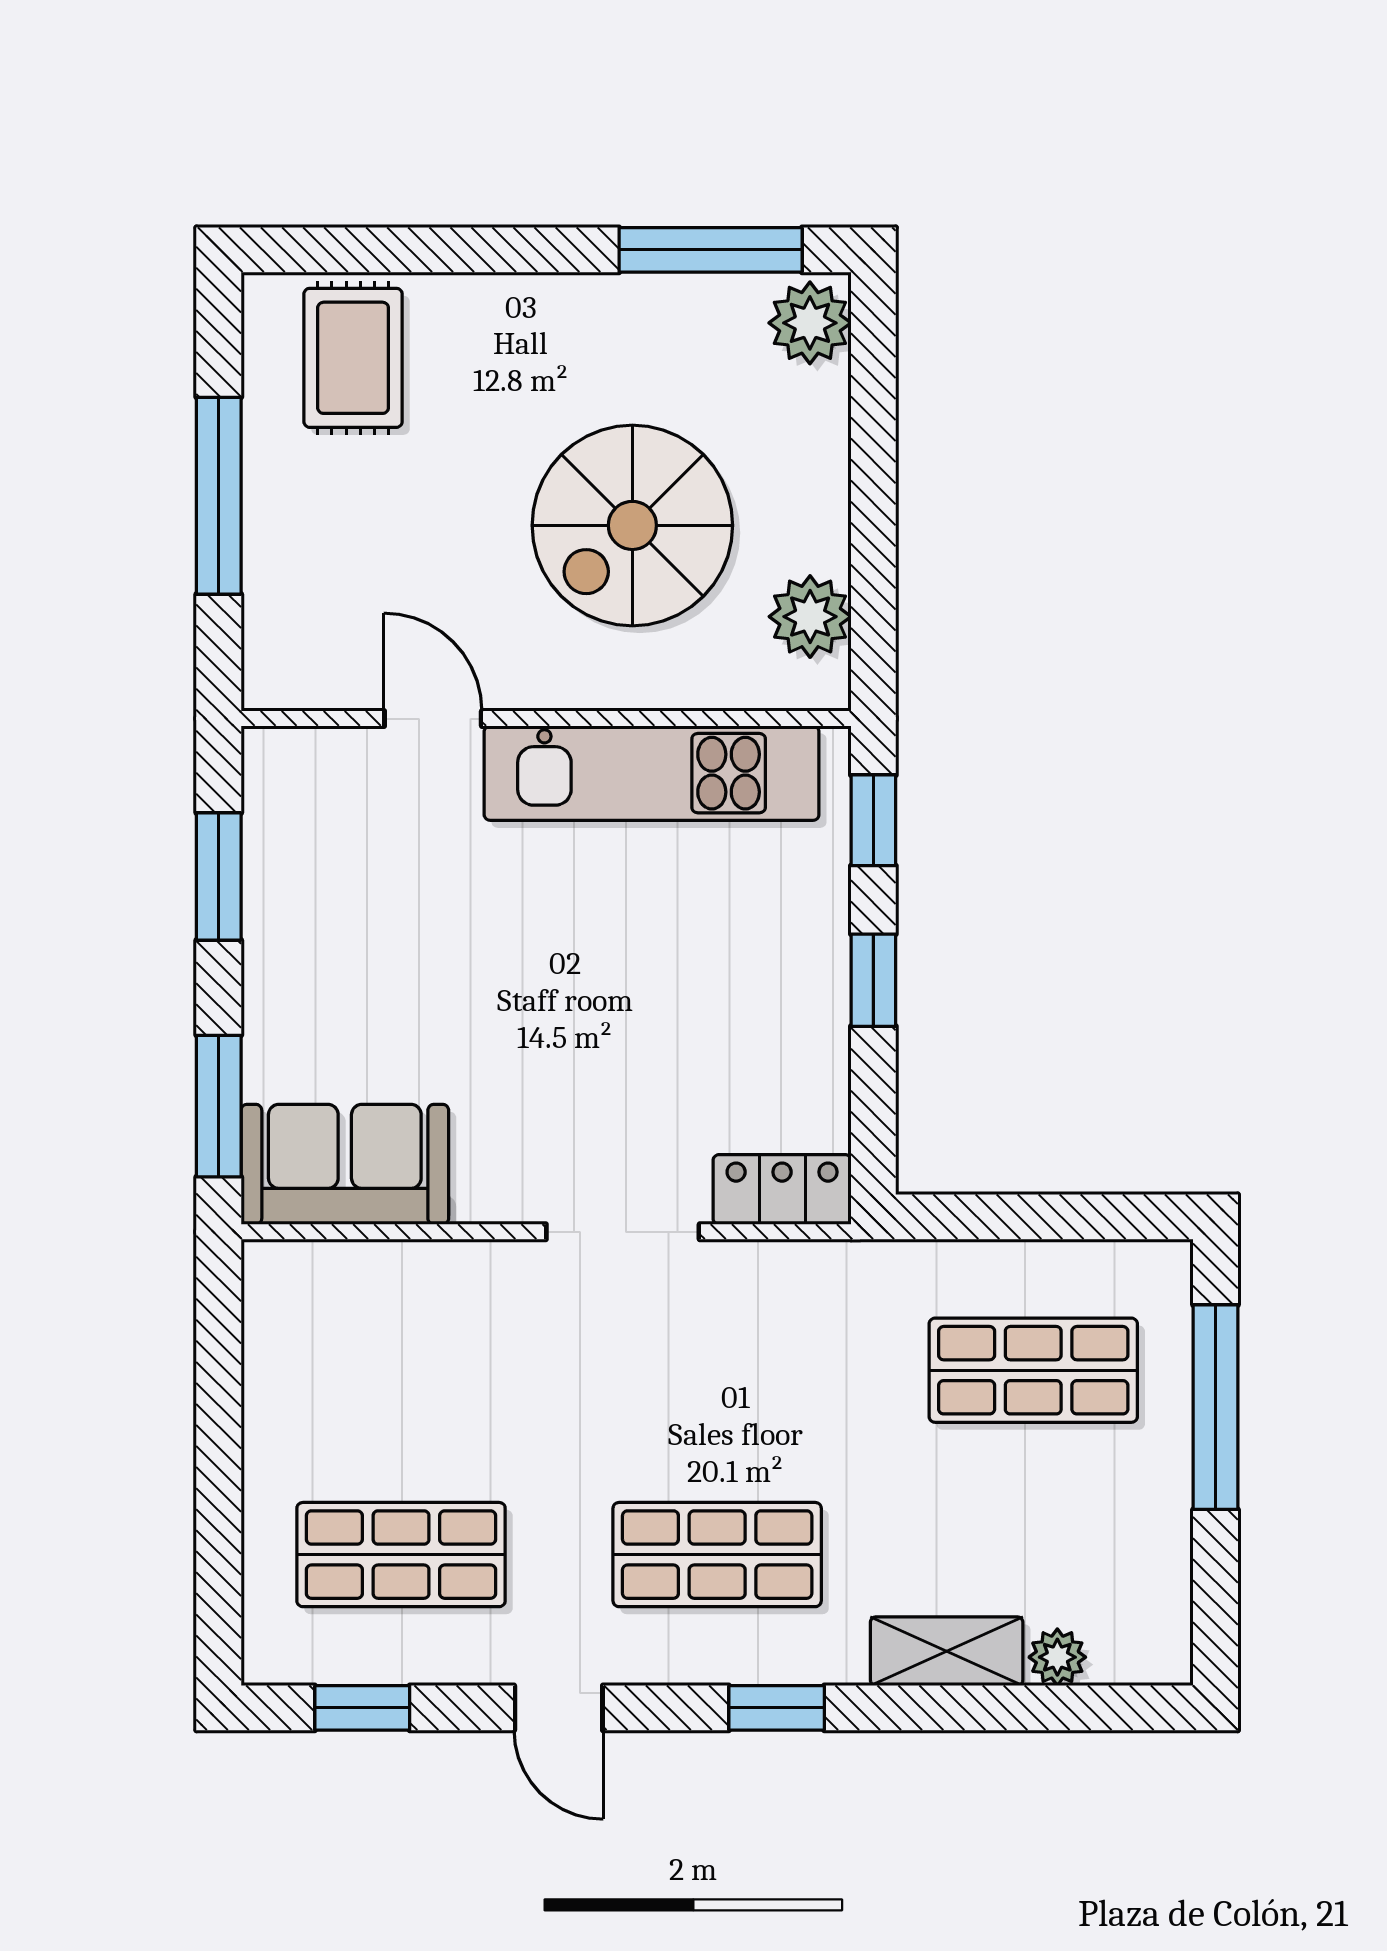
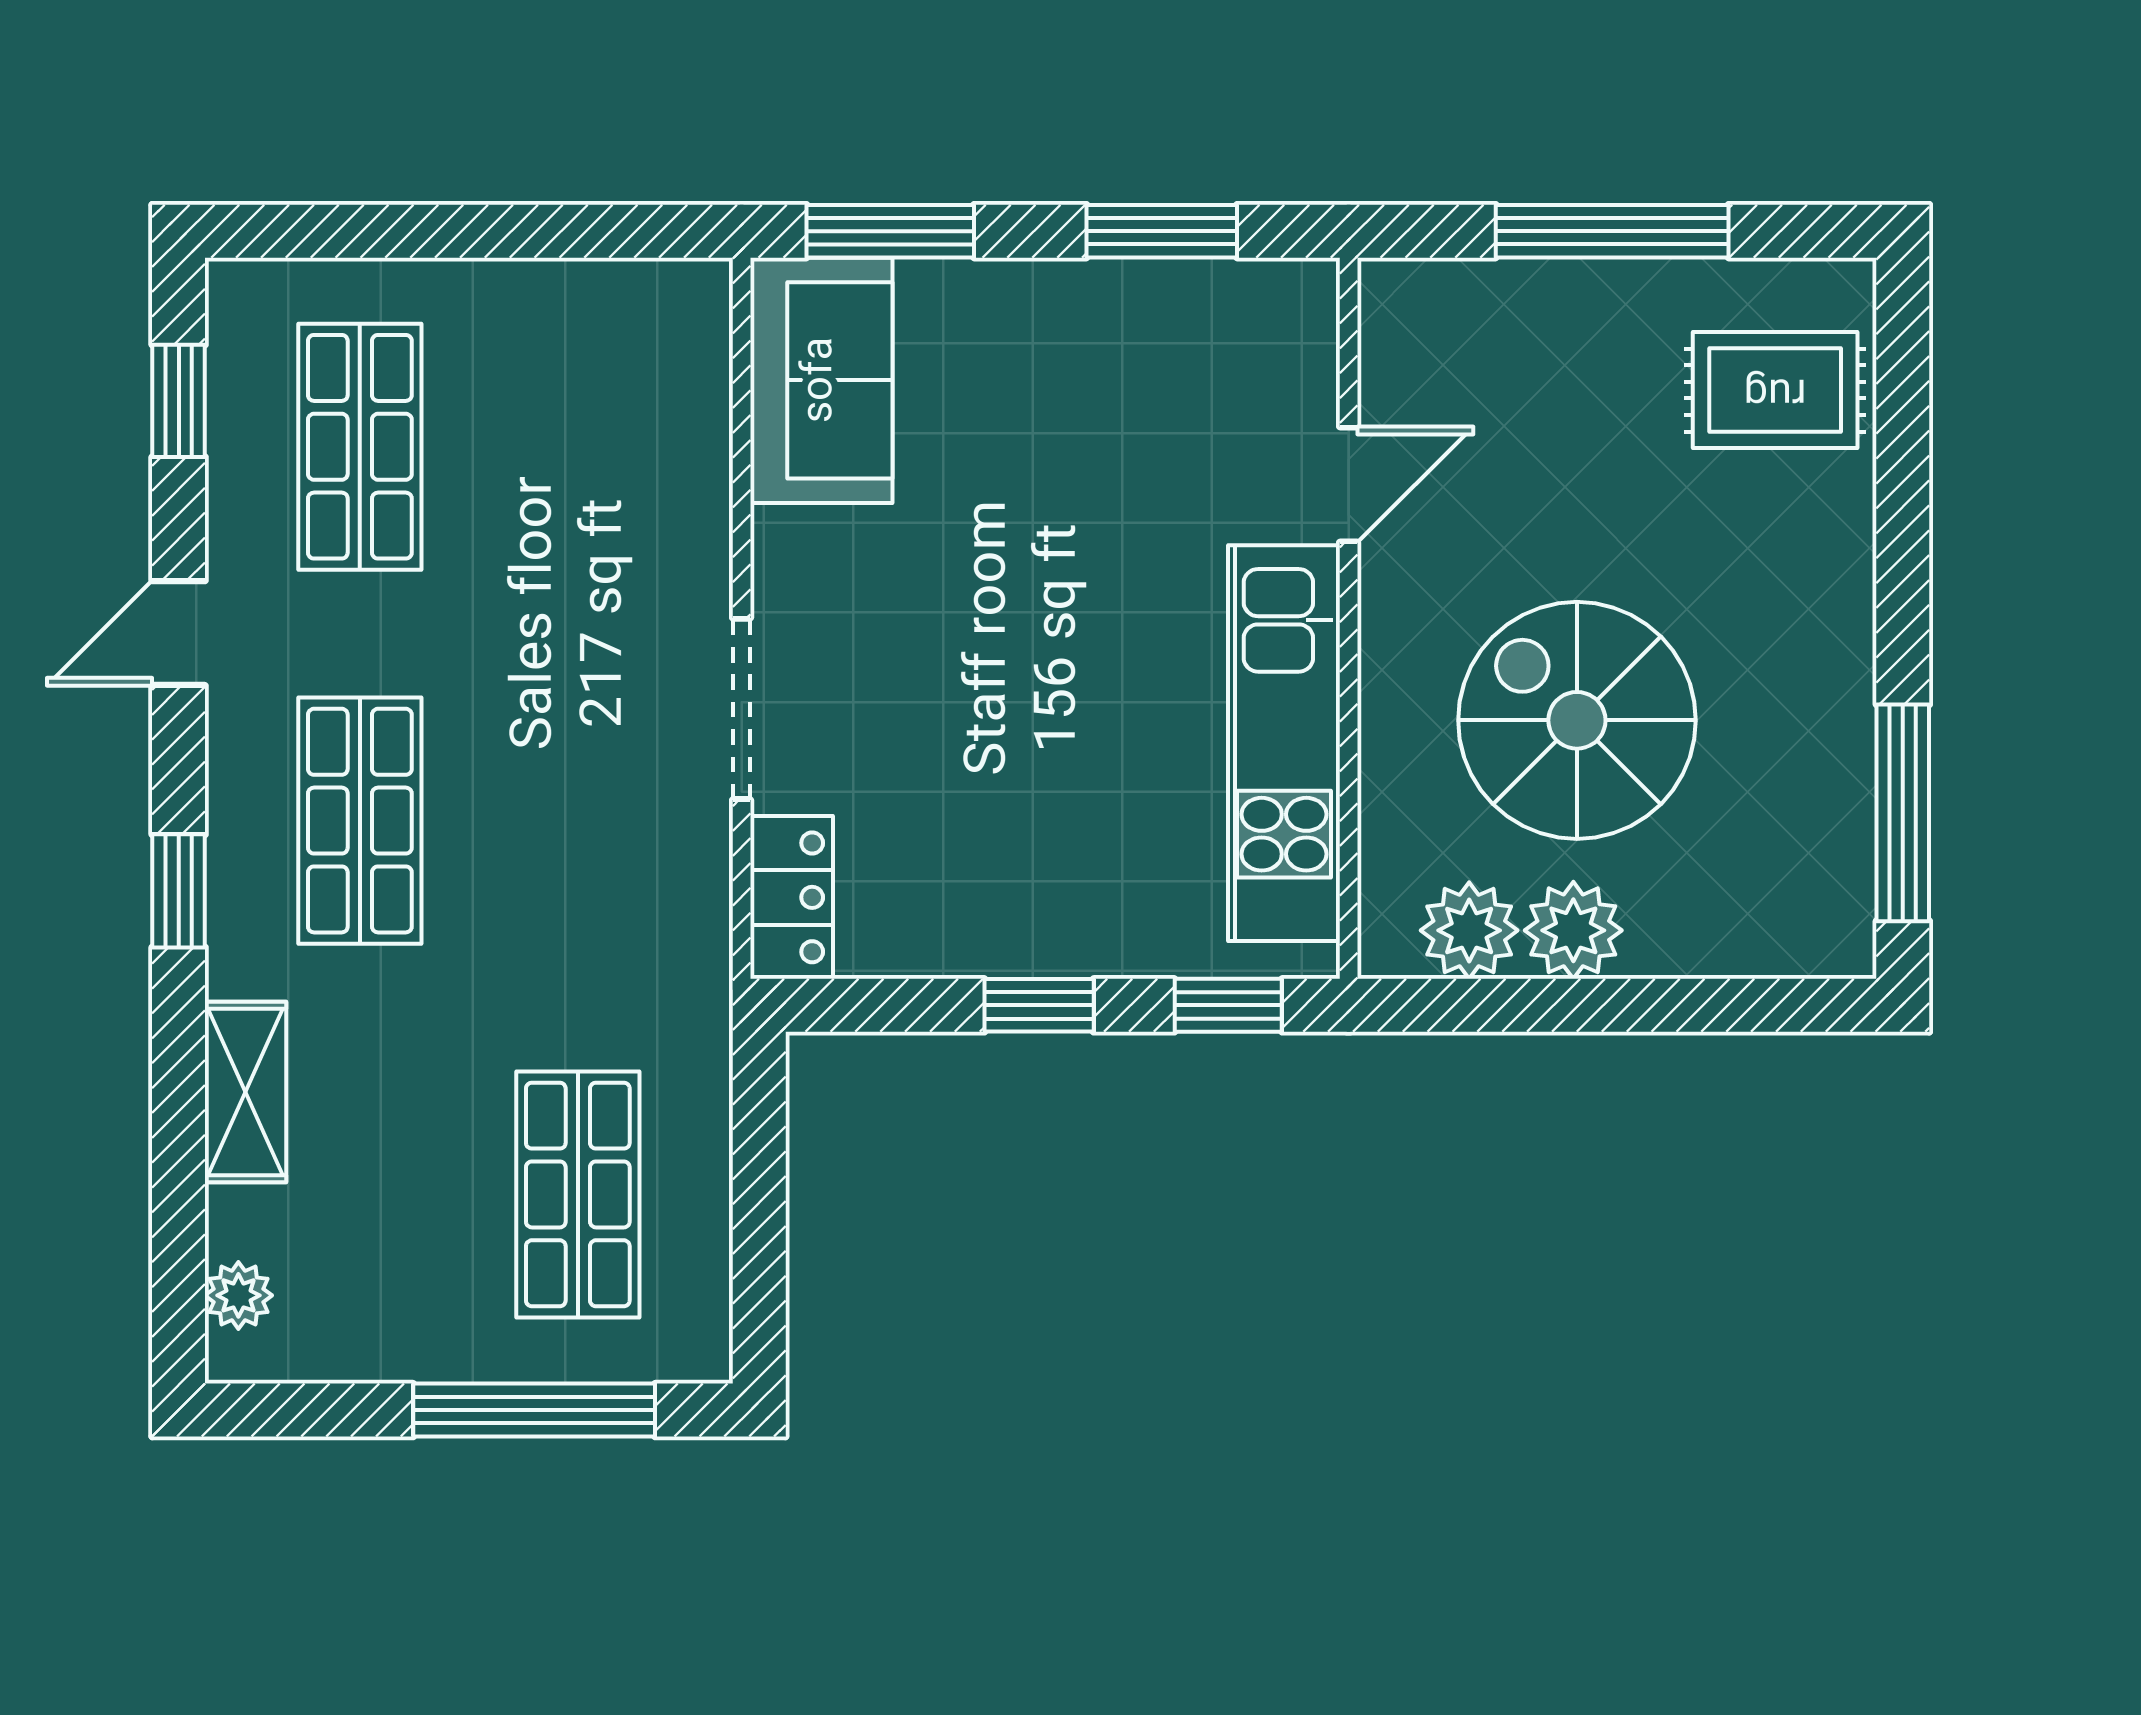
plant: (810, 323) -> (1573, 930), moved
plant: (1057, 1657) -> (238, 1295), moved

